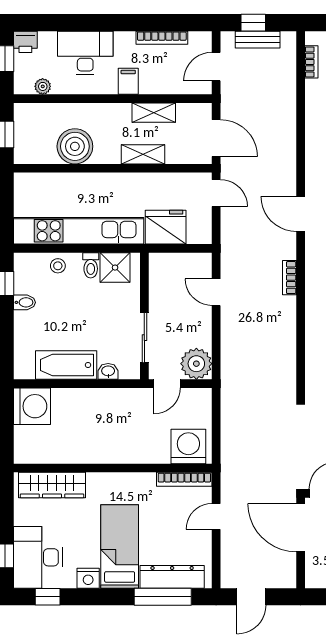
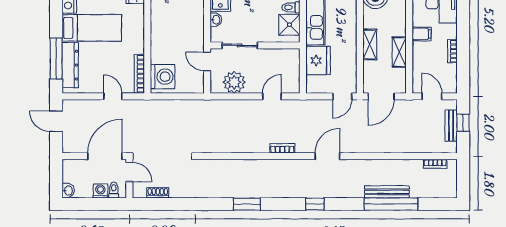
bookcase: (162, 38) -> (452, 51), width x0.64
plant: (196, 364) -> (234, 82), moved

